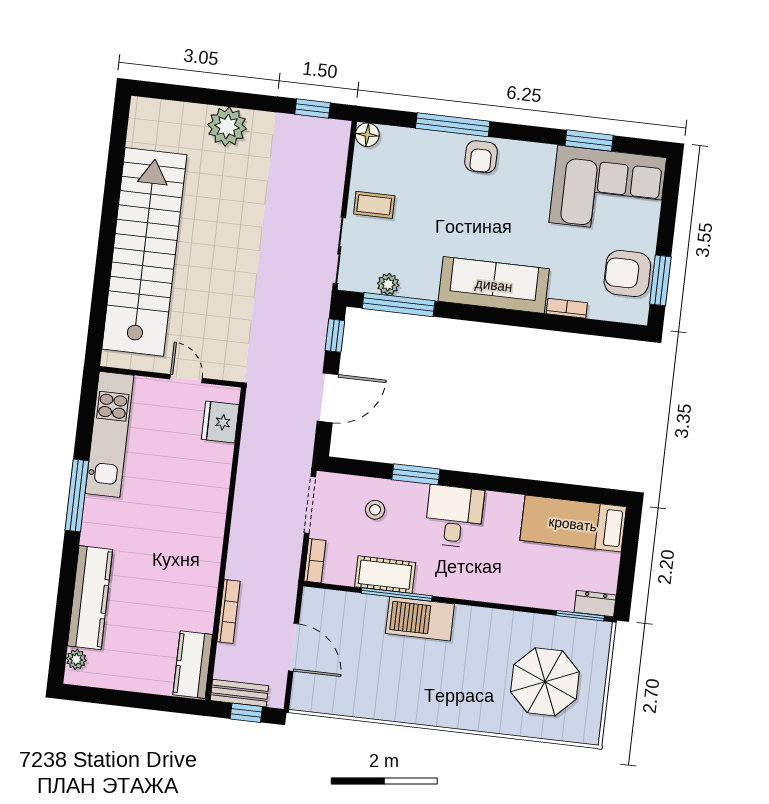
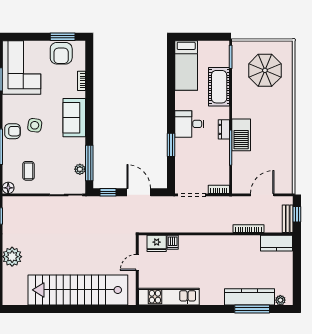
side table: (488, 203) -> (35, 125), added
coffee table: (374, 205) -> (28, 171), moved
sofa: (494, 285) -> (74, 118), width x0.73
dishwasher: (219, 455) -> (173, 242), added
window: (77, 496) -> (252, 309), moved
stool: (375, 510) -> (191, 163), removed
cot: (385, 575) -> (219, 87), moved, width x1.37, depth x1.34
dresser: (595, 604) -> (224, 129), moved

